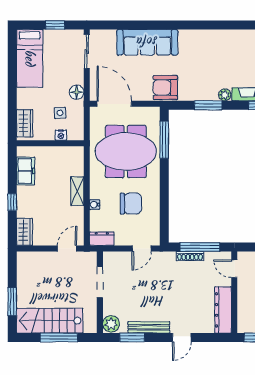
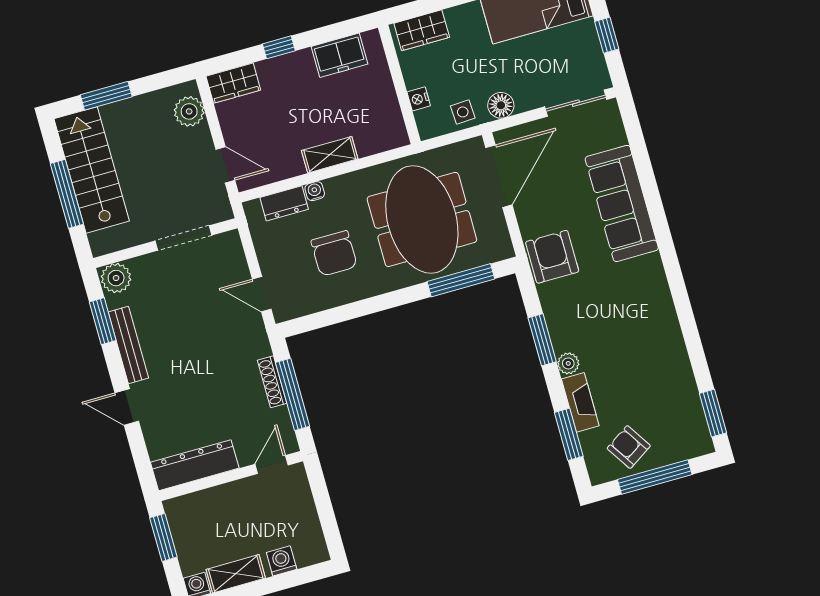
side table: (60, 113) -> (463, 112), moved
dresser: (102, 239) -> (284, 203), moved, turned 90
plant: (33, 260) -> (189, 111), added

